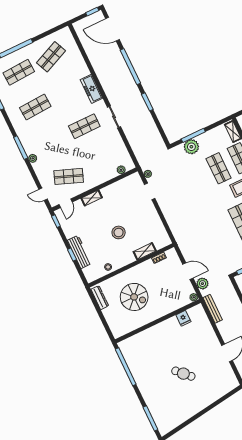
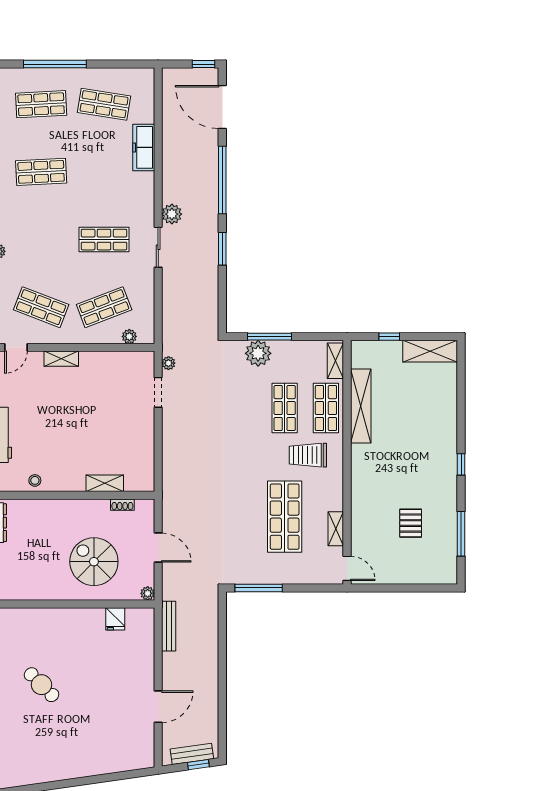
shop shelf: (51, 57) -> (104, 104), turned 33
freezer: (91, 89) -> (144, 147), moved
shop shelf: (101, 161) -> (104, 307), added
stool: (119, 232) -> (78, 434), removed
plant: (202, 284) -> (172, 214), moved
spiral stairs: (134, 297) -> (94, 562), moved, turned 180
cafe table: (183, 374) -> (42, 685), moved

